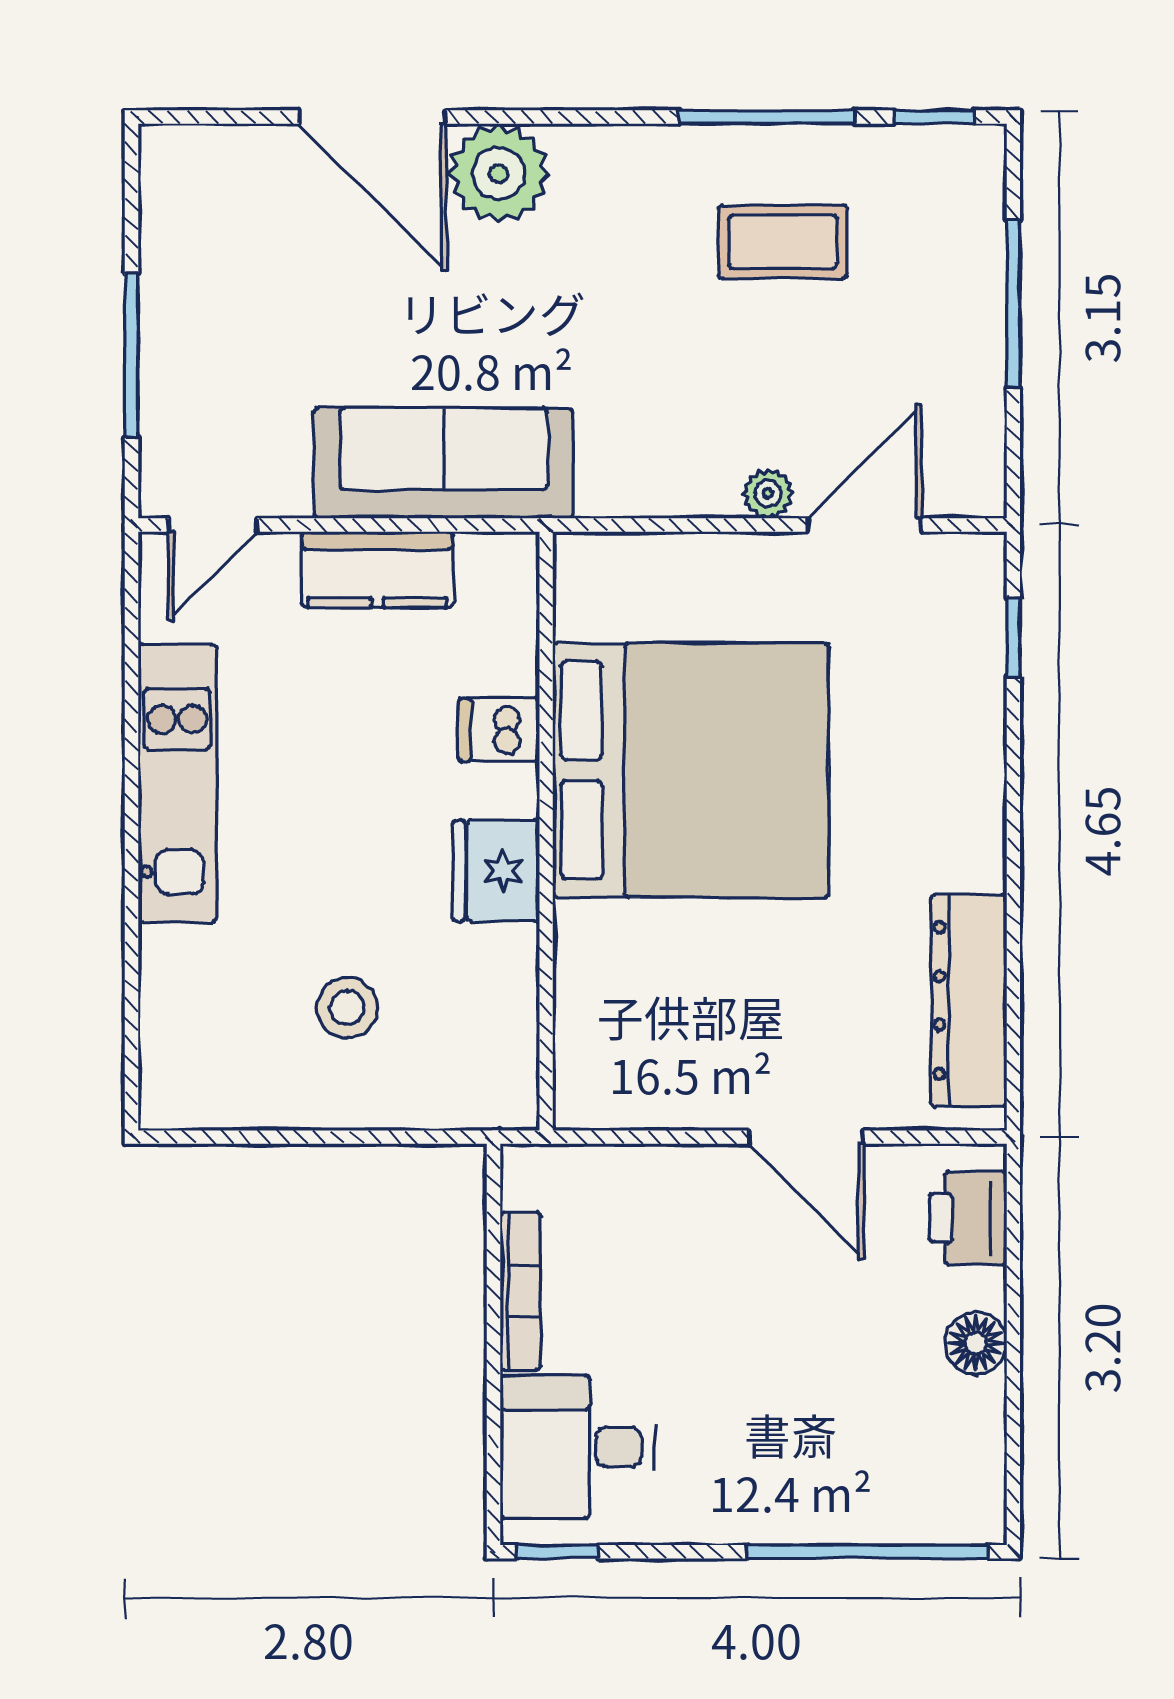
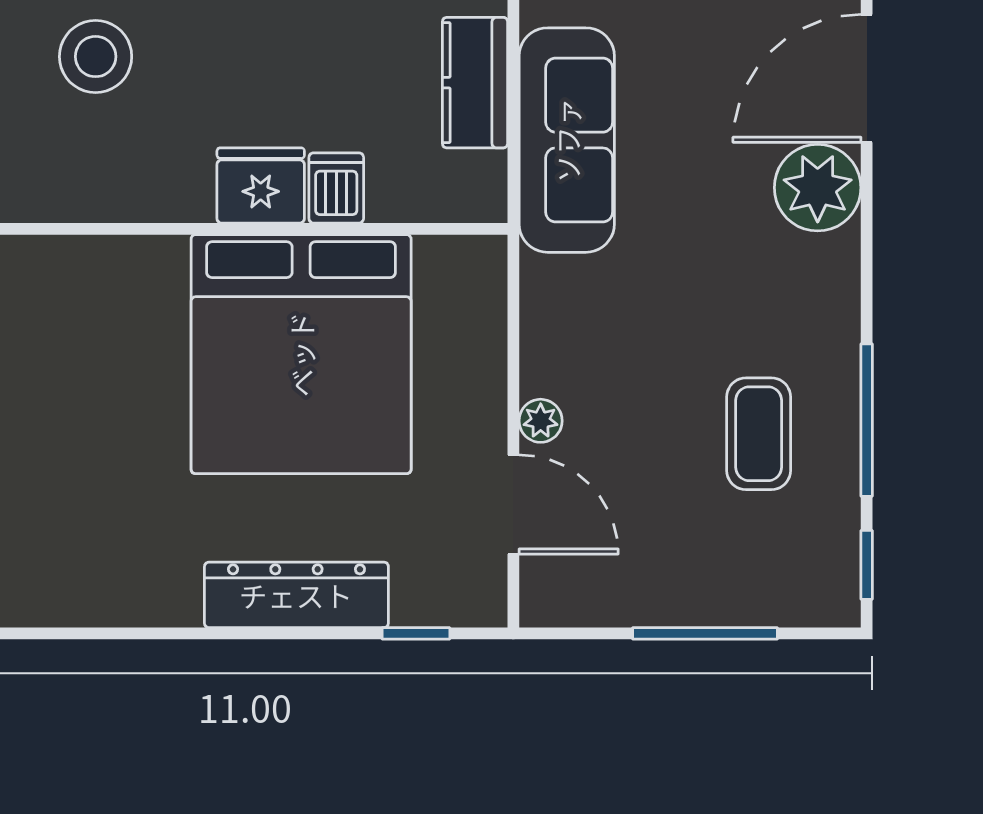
fridge: (496, 871) -> (261, 185), moved
dresser: (969, 1001) -> (296, 595), moved
stool: (347, 1008) -> (96, 57), width x1.38, depth x1.38

